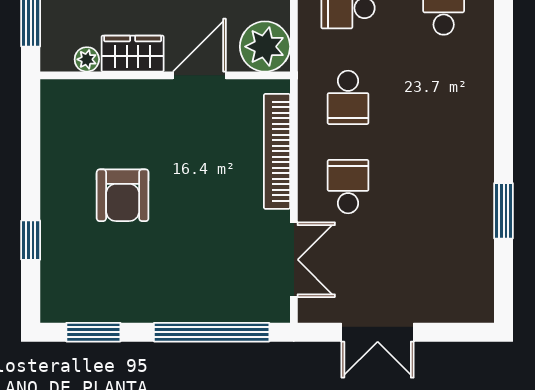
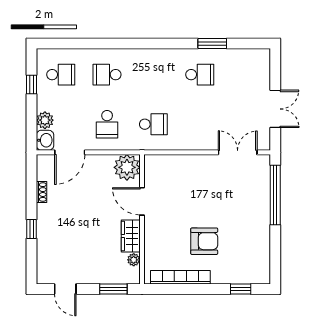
bookcase: (277, 151) -> (180, 277), moved, turned 180
school desk: (348, 187) -> (200, 75), moved, turned 180
window: (31, 240) -> (241, 289), moved
window: (93, 332) -> (275, 256), removed

